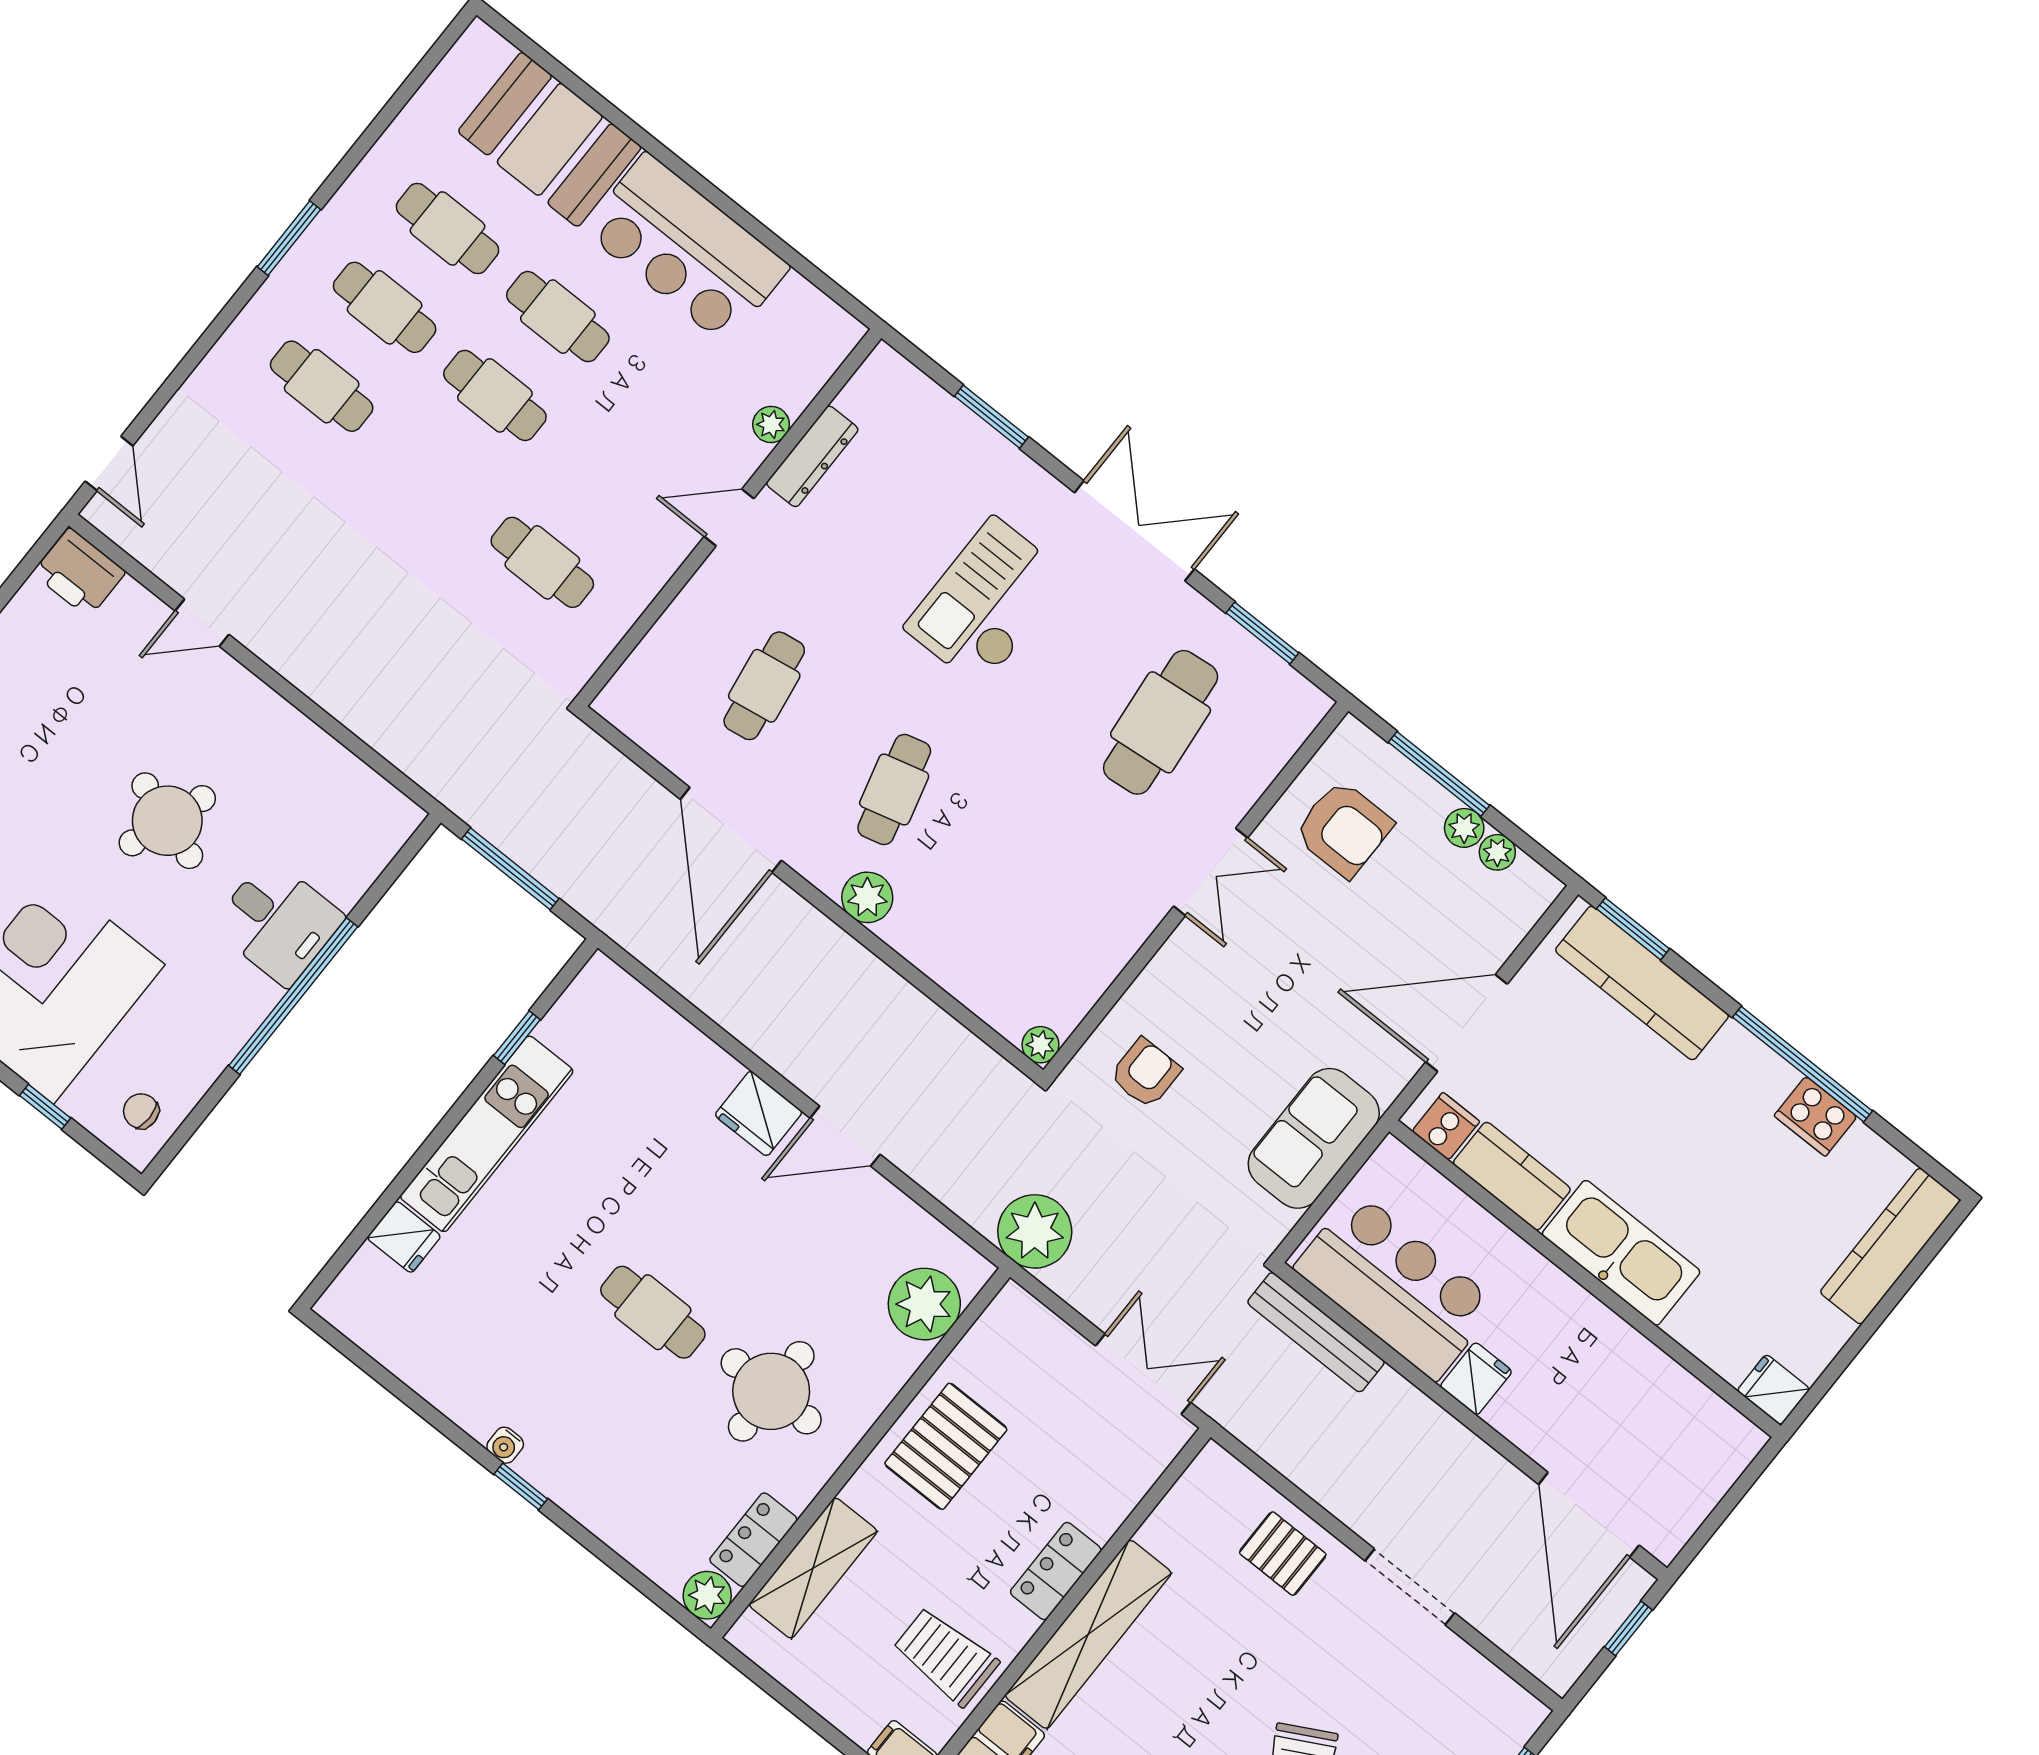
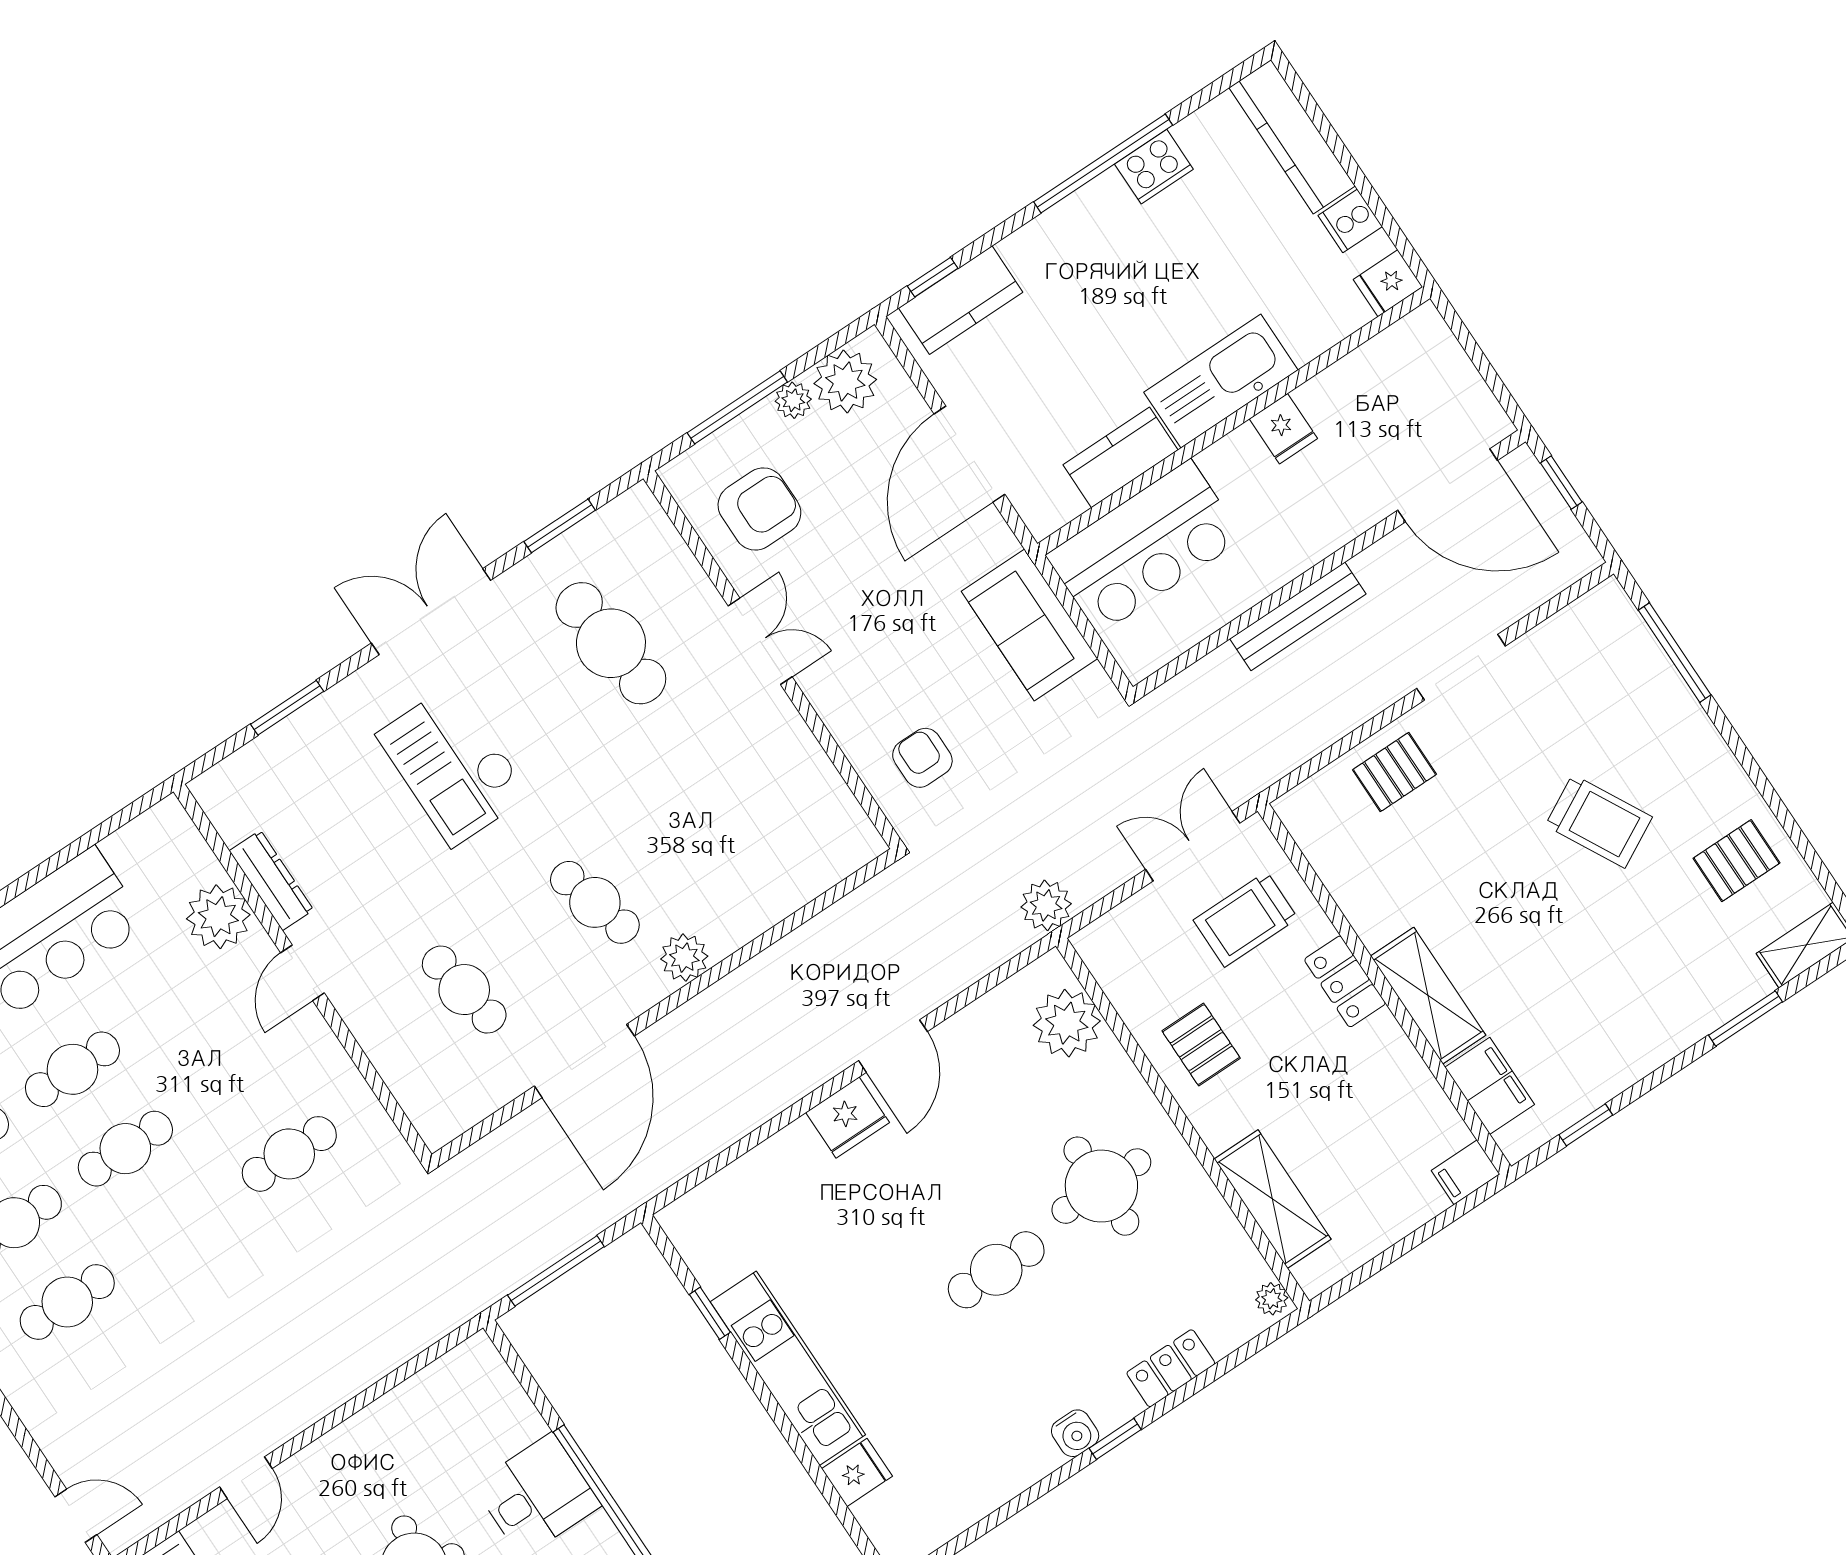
plant: (771, 424) -> (218, 917), width x1.87, depth x1.87
door: (731, 830) -> (584, 1061), hinge flipped
plant: (1497, 852) -> (845, 381), width x1.88, depth x1.88
window: (1633, 929) -> (933, 277), width x0.67
kitchen counter: (1642, 983) -> (961, 300), width x0.67
plant: (1040, 1045) -> (867, 844), removed
cooker: (1446, 1126) -> (1350, 221), moved, turned -90
plant: (1035, 1231) -> (1046, 905), width x0.73, depth x0.73
bar counter: (1396, 1286) -> (1145, 547), moved, turned 180
bench: (1316, 1332) -> (1298, 616), moved
fridge: (1476, 1379) -> (1283, 429), moved, turned 180
water cooler: (505, 1445) -> (1075, 1433), width x1.38, depth x1.38
pallet: (946, 1446) -> (1201, 1045), width x0.67, depth x0.71
locker: (753, 1540) -> (1171, 1368), moved, turned 90
plant: (707, 1595) -> (1272, 1299), width x0.73, depth x0.73
shelving: (1088, 1634) -> (1428, 996), width x0.68
trolley: (946, 1656) -> (1245, 919), moved

